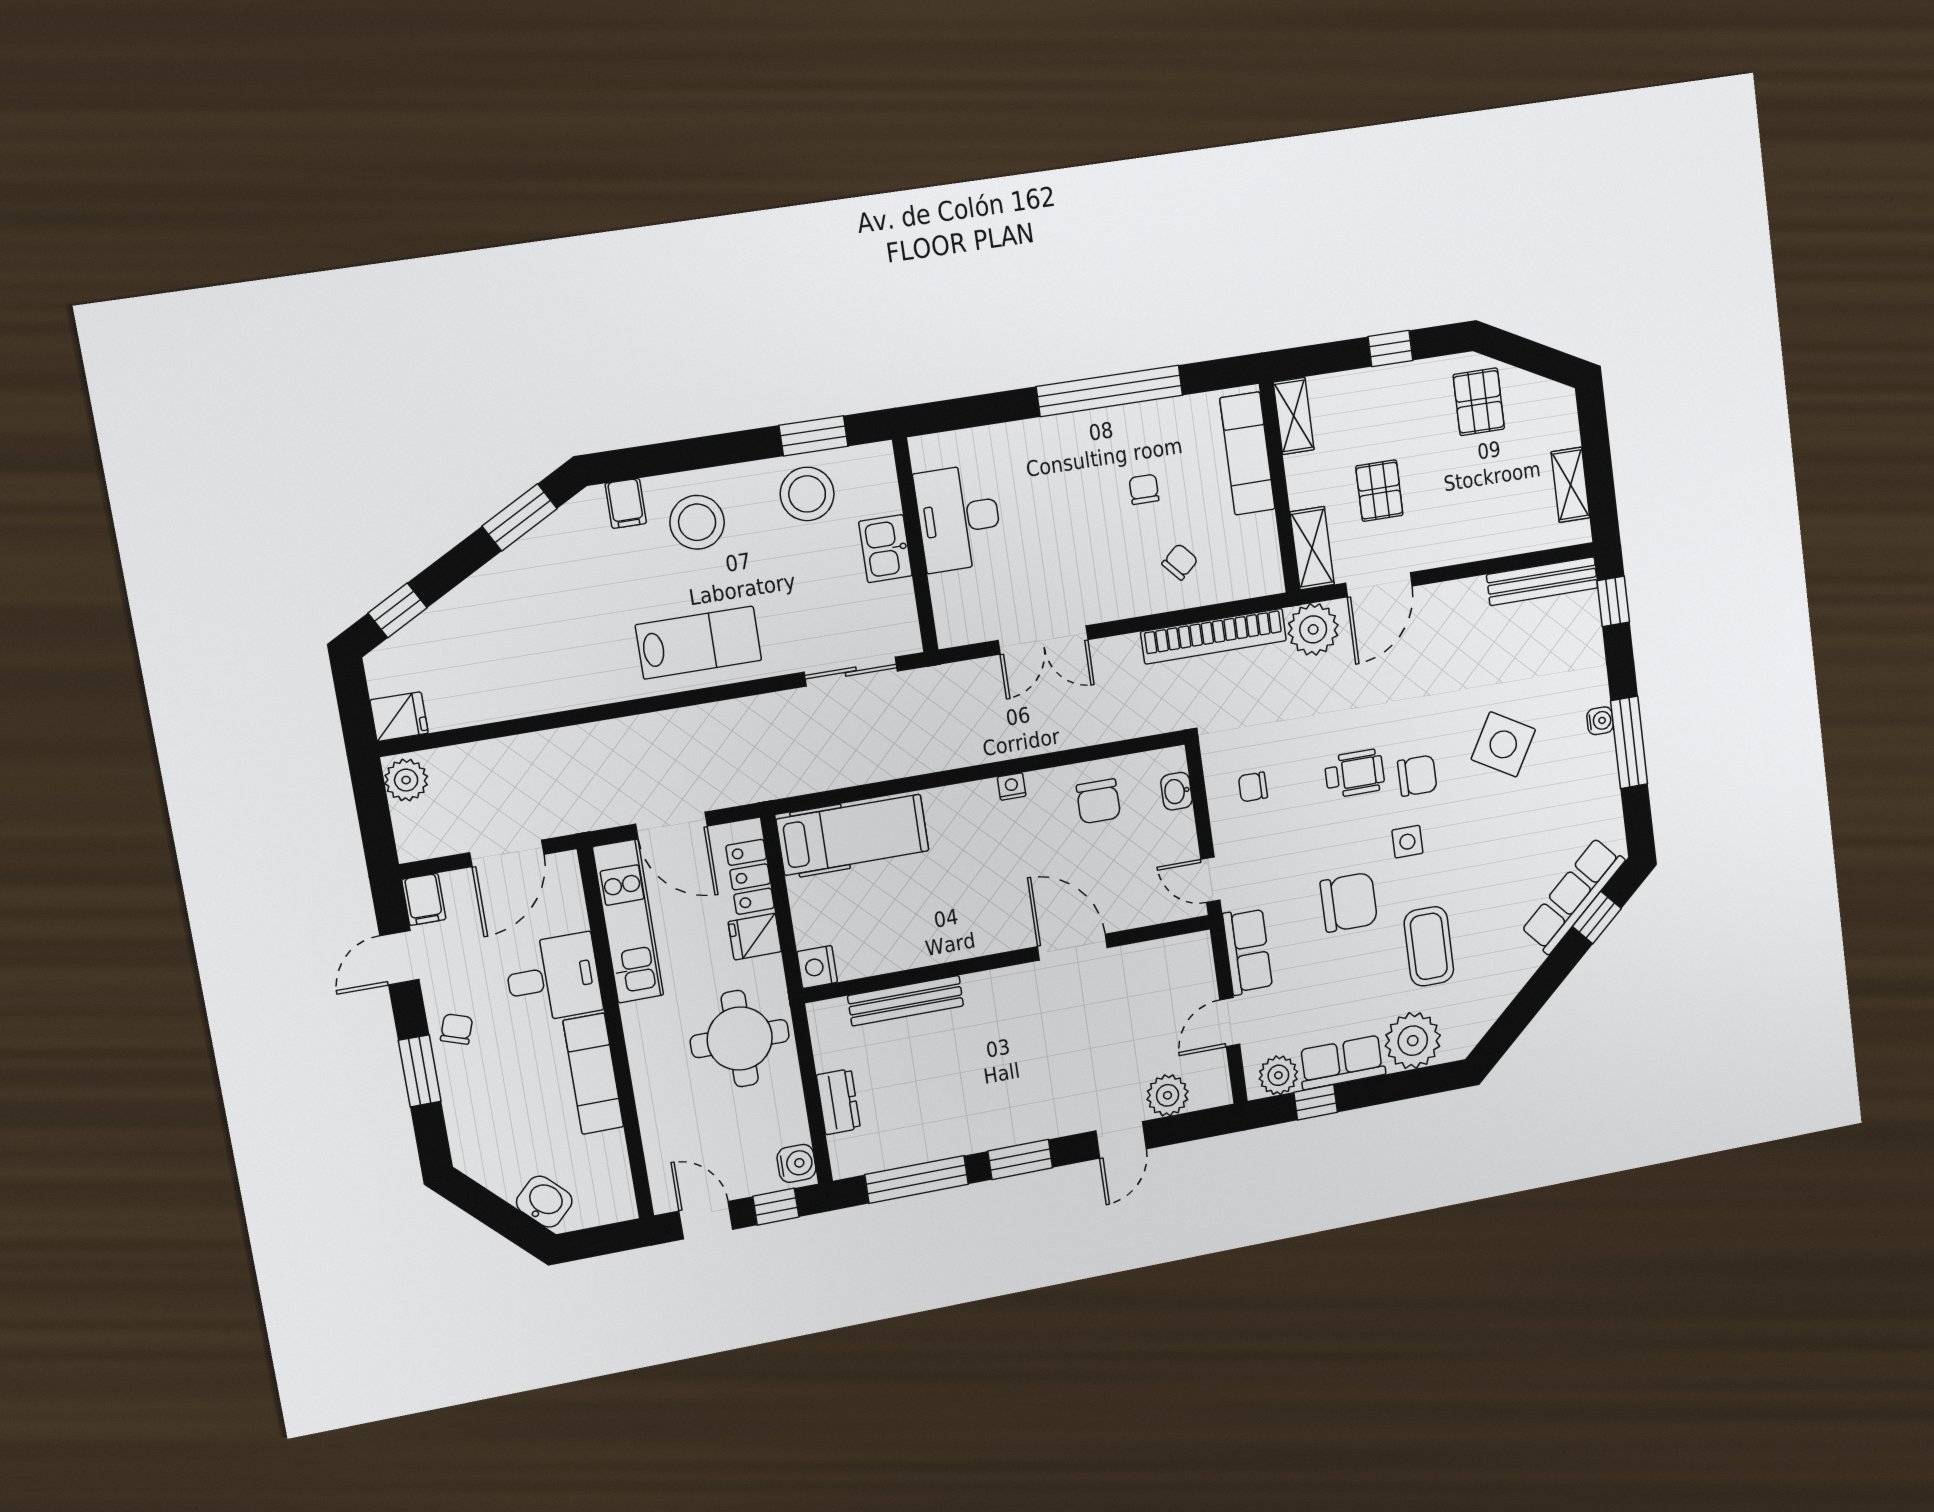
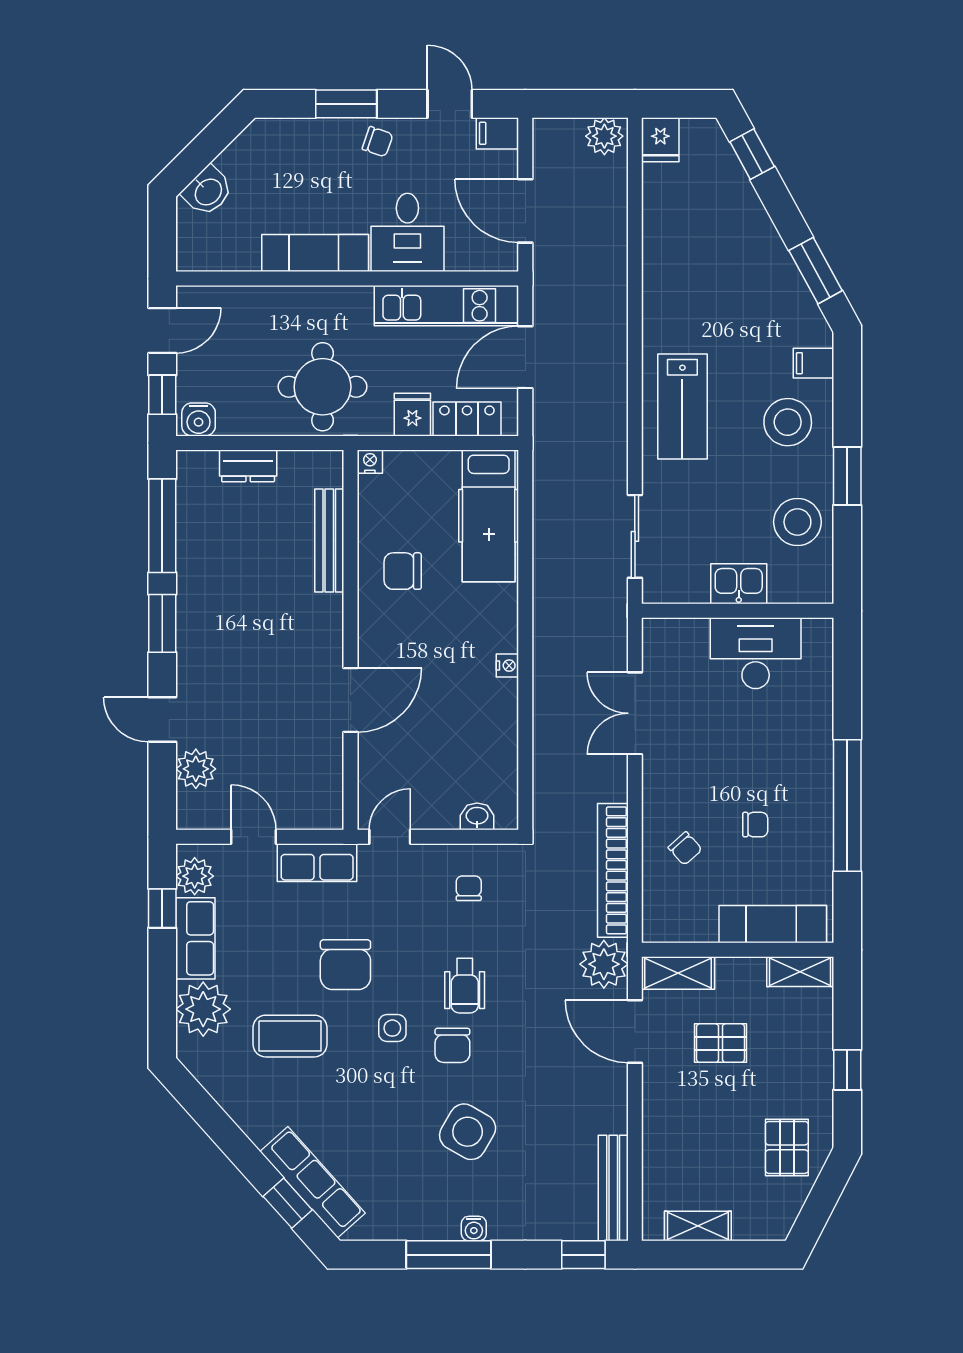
pallet: (1479, 402) -> (787, 1147), turned 90
window: (813, 436) -> (847, 476), moved
chair: (1098, 801) -> (403, 571), moved
nightstand: (817, 967) -> (370, 462), width x0.72, depth x0.74

